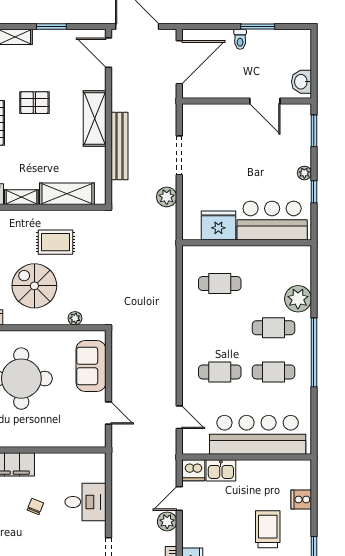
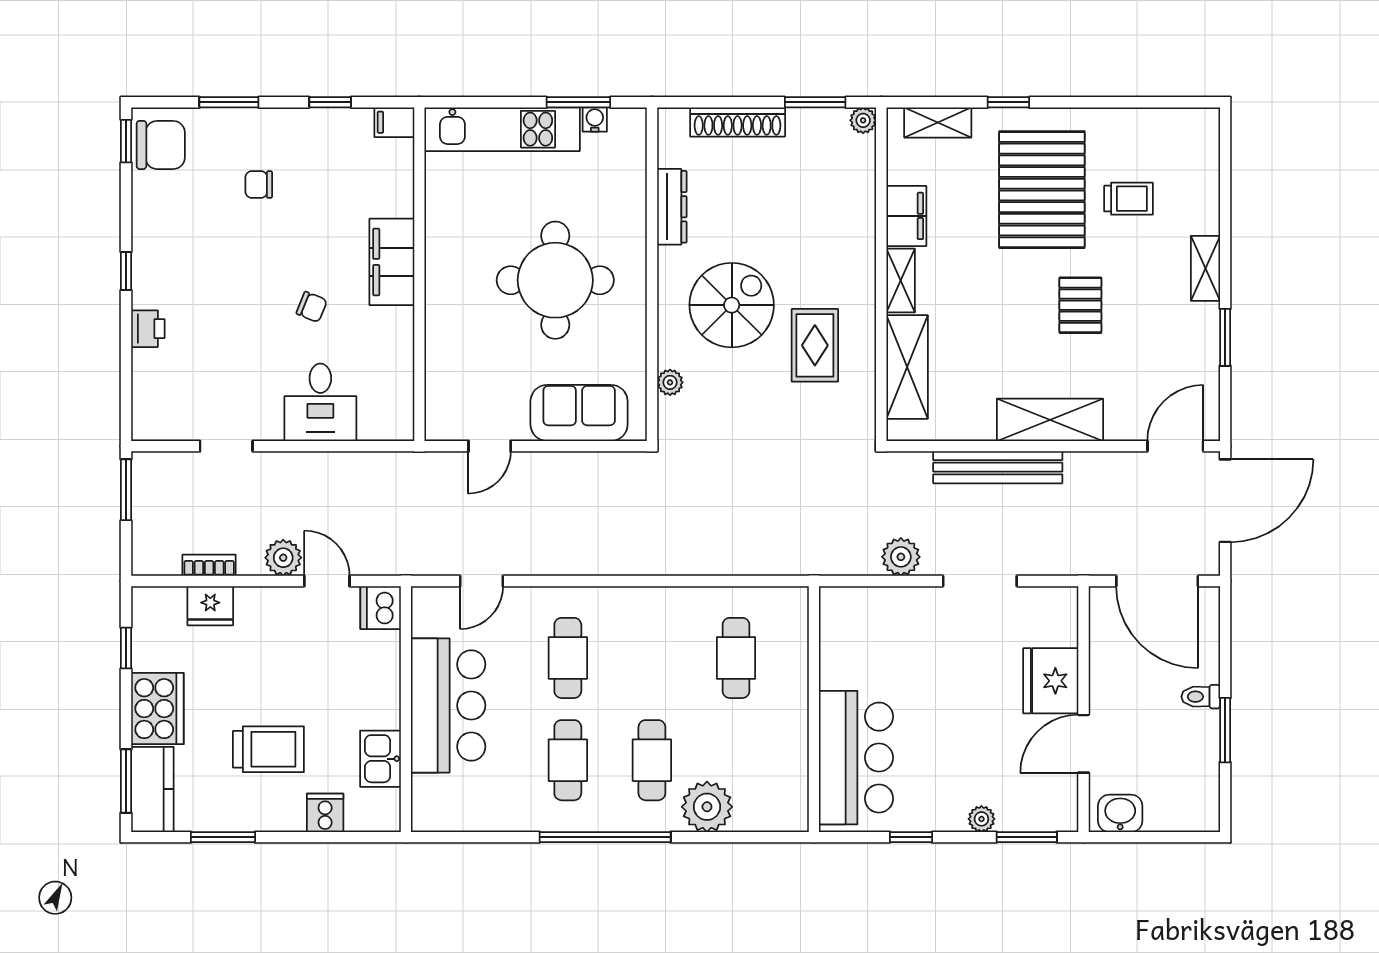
plant: (304, 173) -> (981, 819), moved
fridge: (218, 225) -> (1051, 681), moved, turned 180
bar counter: (258, 435) -> (448, 705), width x0.73
kitchen sink: (221, 470) -> (380, 759), moved

